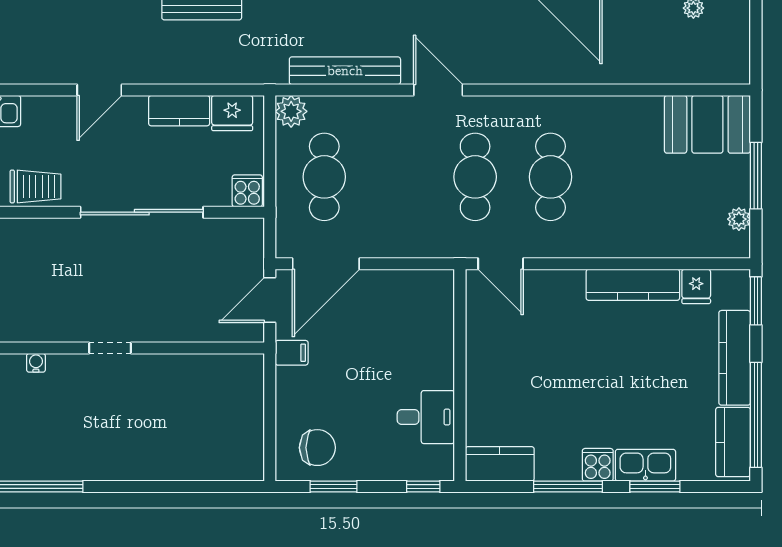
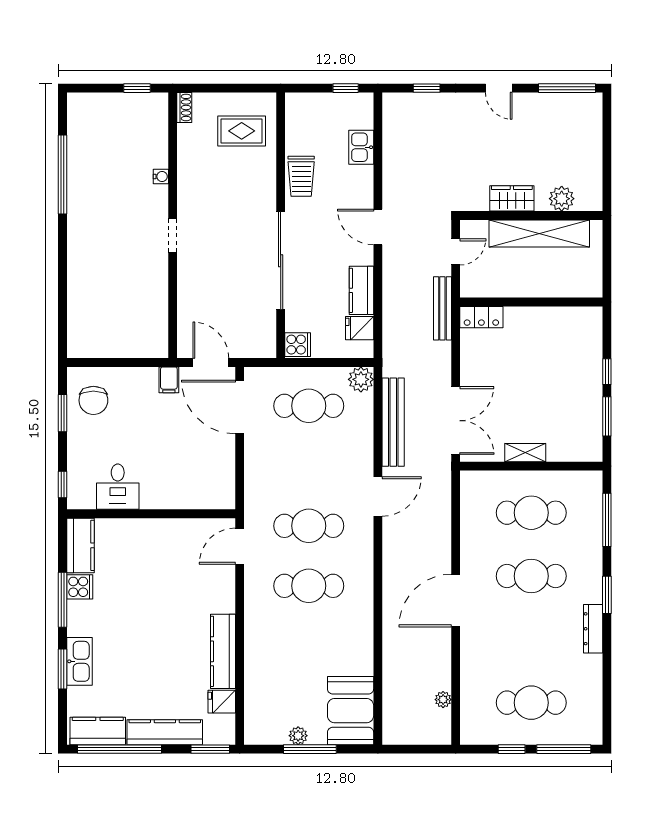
fridge: (232, 113) -> (360, 328), width x0.72
plant: (739, 219) -> (298, 736), moved
cooker: (598, 465) -> (80, 587), moved

